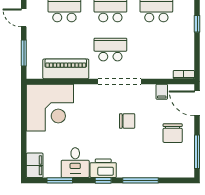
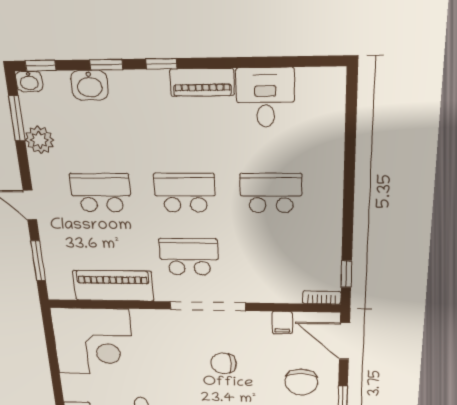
window: (197, 24) -> (346, 274), moved
chair: (127, 121) -> (224, 363), turned 180

